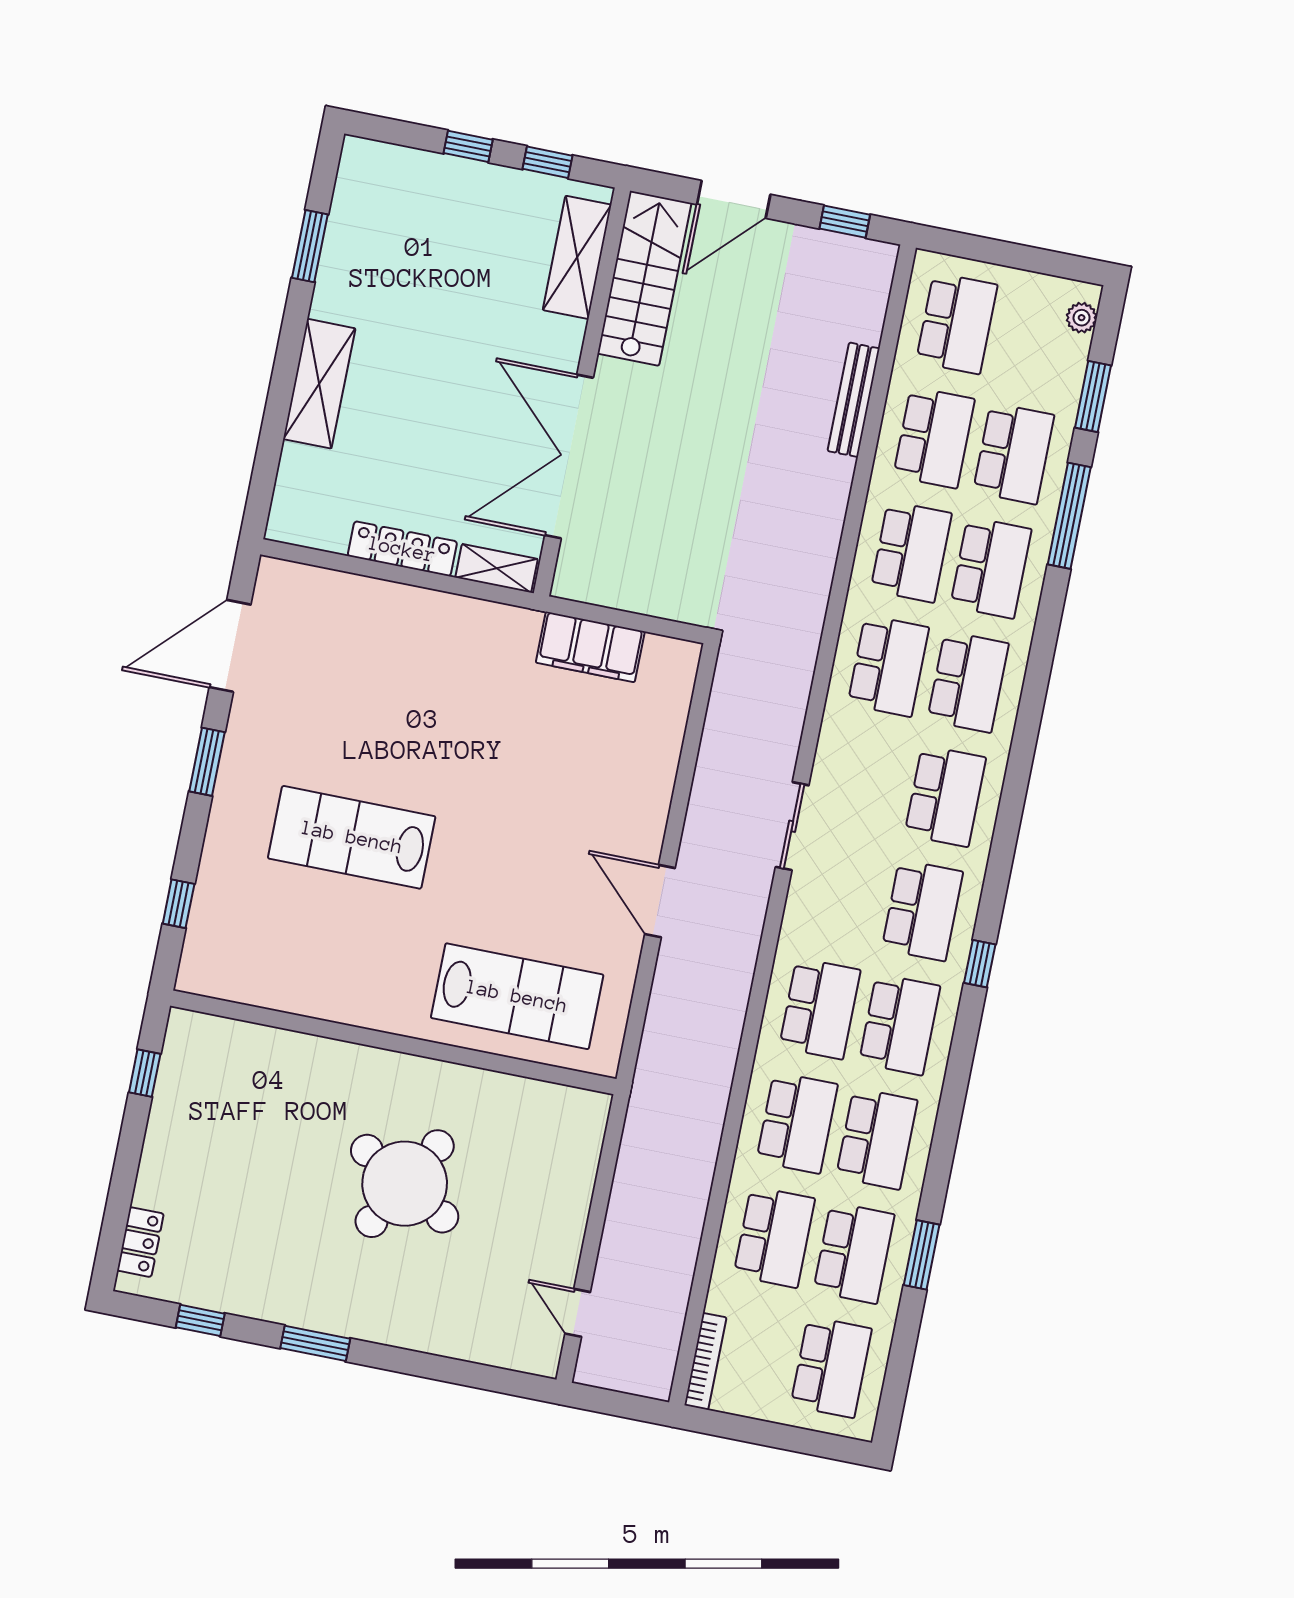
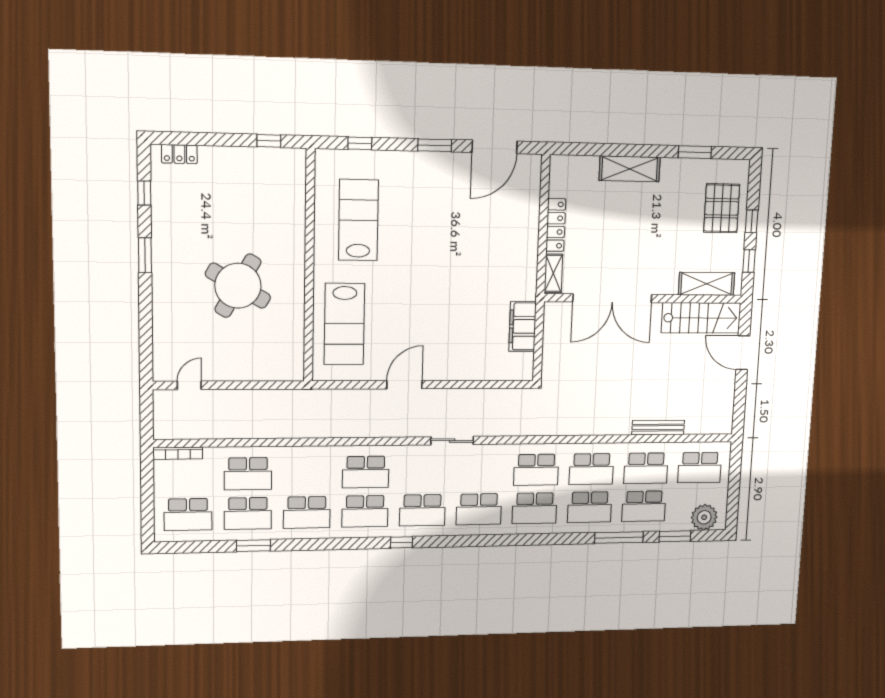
pallet: (431, 206) -> (722, 208), added
window: (845, 222) -> (739, 406), removed
plant: (1082, 318) -> (704, 517), width x1.87, depth x1.87
double door: (569, 456) -> (612, 298), swing flipped
door: (230, 646) -> (495, 147), swing flipped
lab bench: (352, 837) -> (358, 220), moved
school desk: (797, 1123) -> (307, 473), removed

